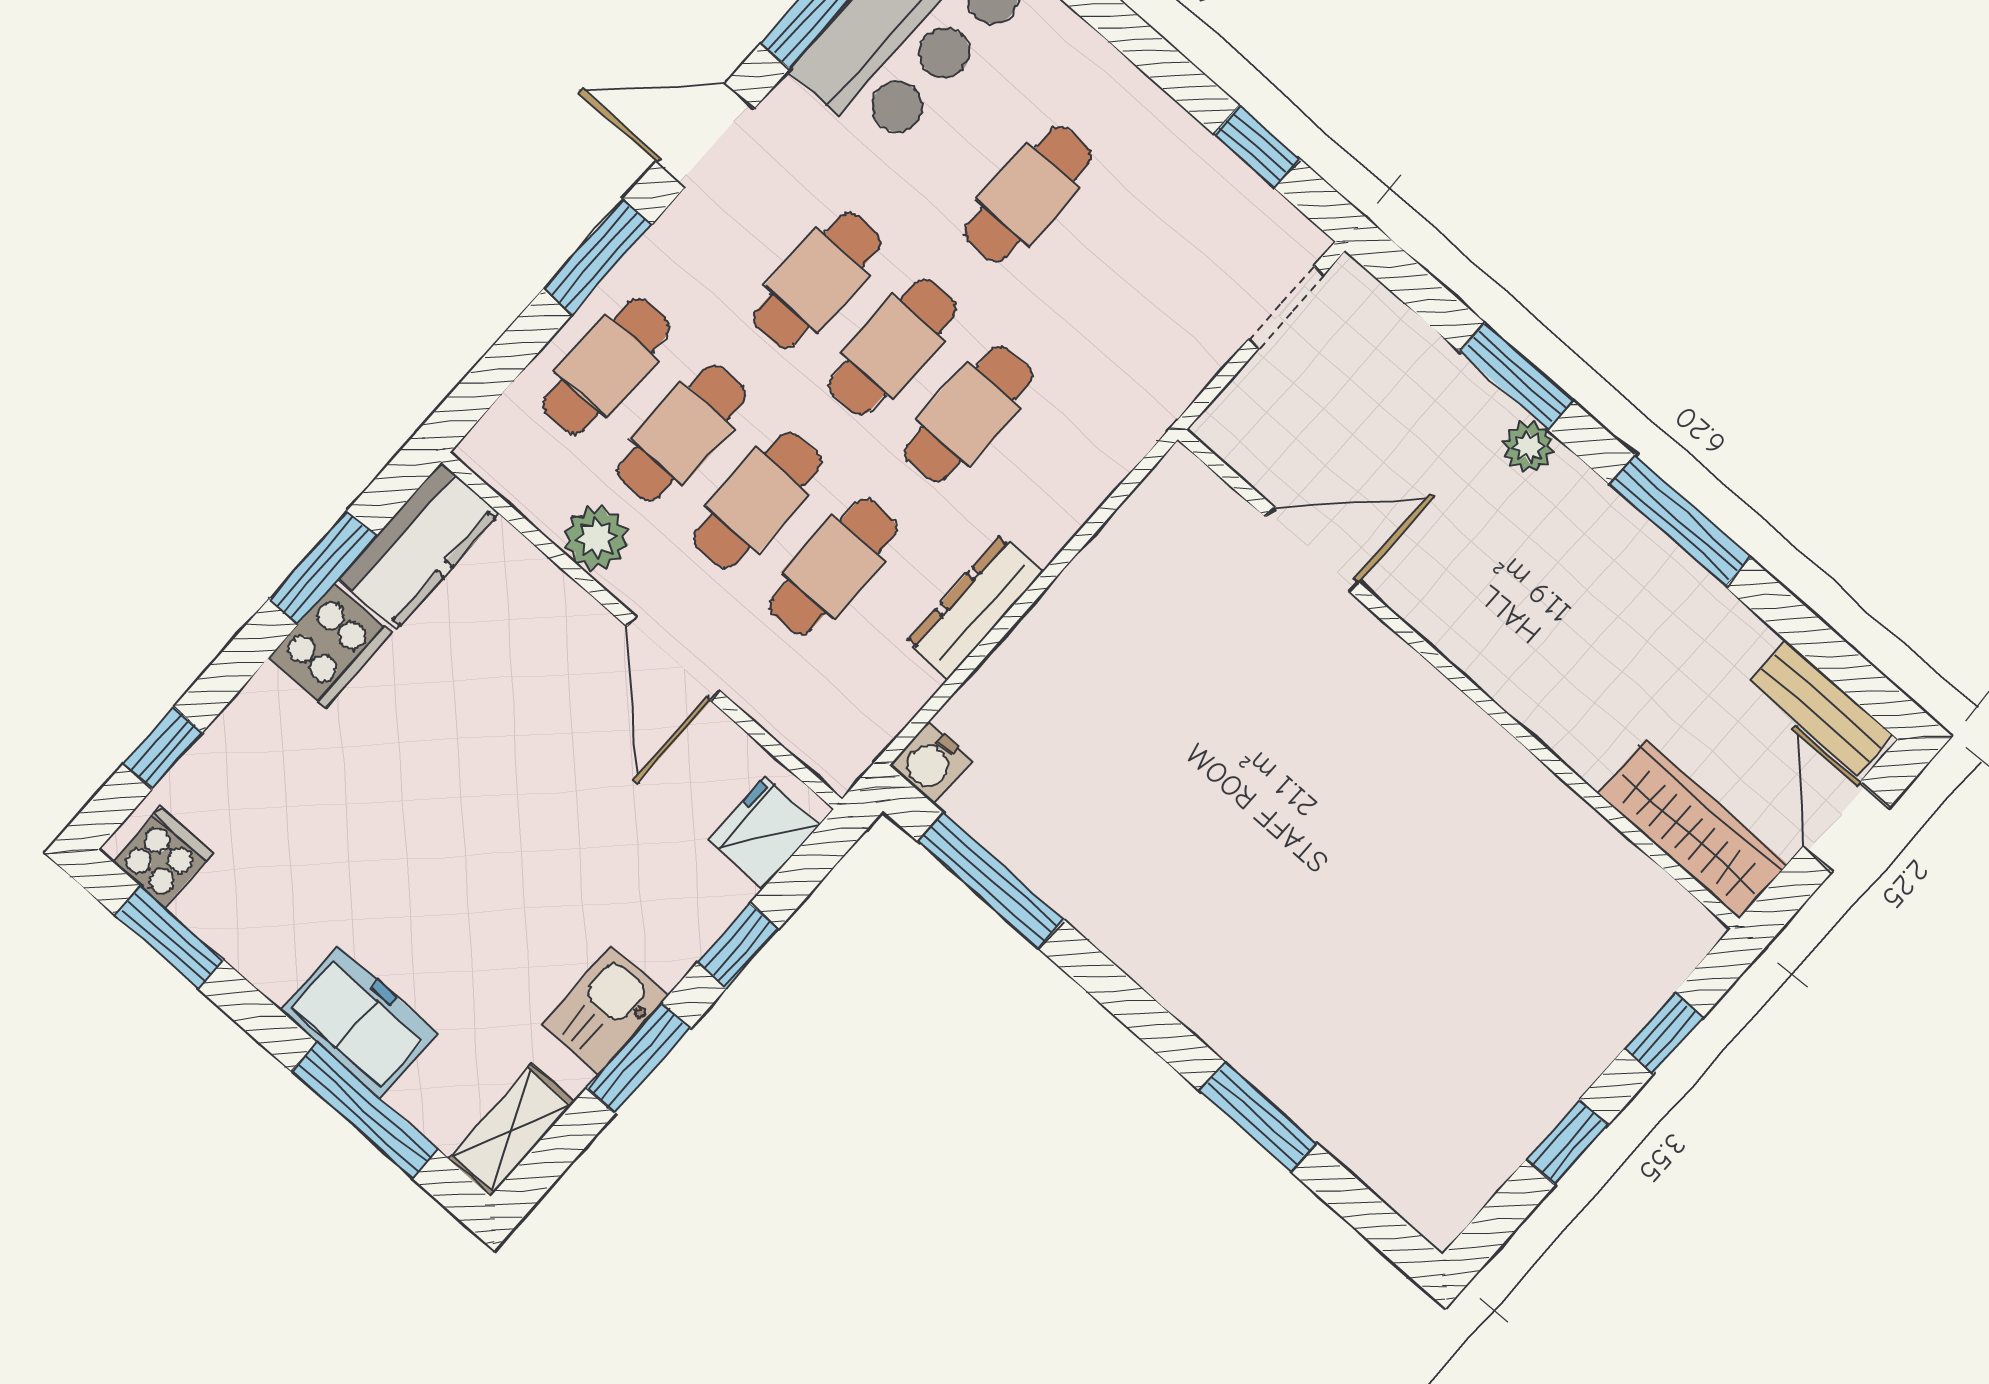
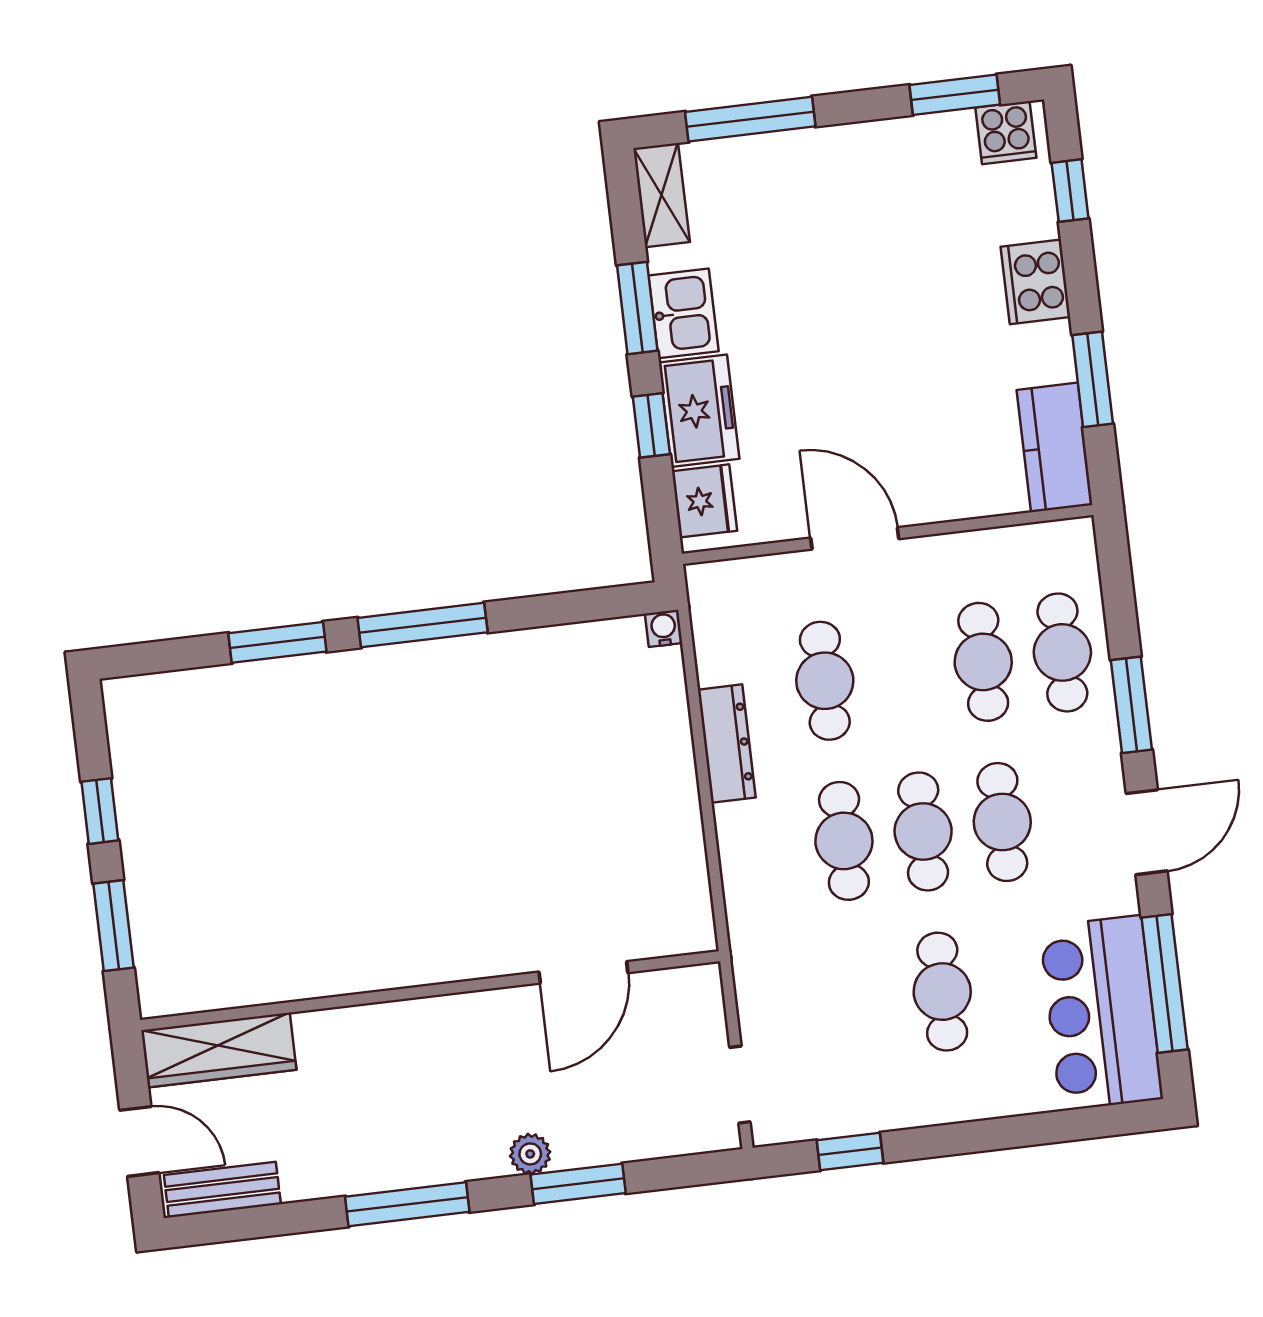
cafe table: (757, 500) -> (904, 671), removed
plant: (596, 538) -> (966, 556), removed
cooker: (330, 645) -> (1035, 282), moved
water cooler: (931, 763) -> (664, 628), width x0.72, depth x0.72
window: (991, 881) -> (423, 625), moved
freezer: (359, 1022) -> (699, 411), moved, turned -90
window: (1664, 1033) -> (114, 926), width x1.50

